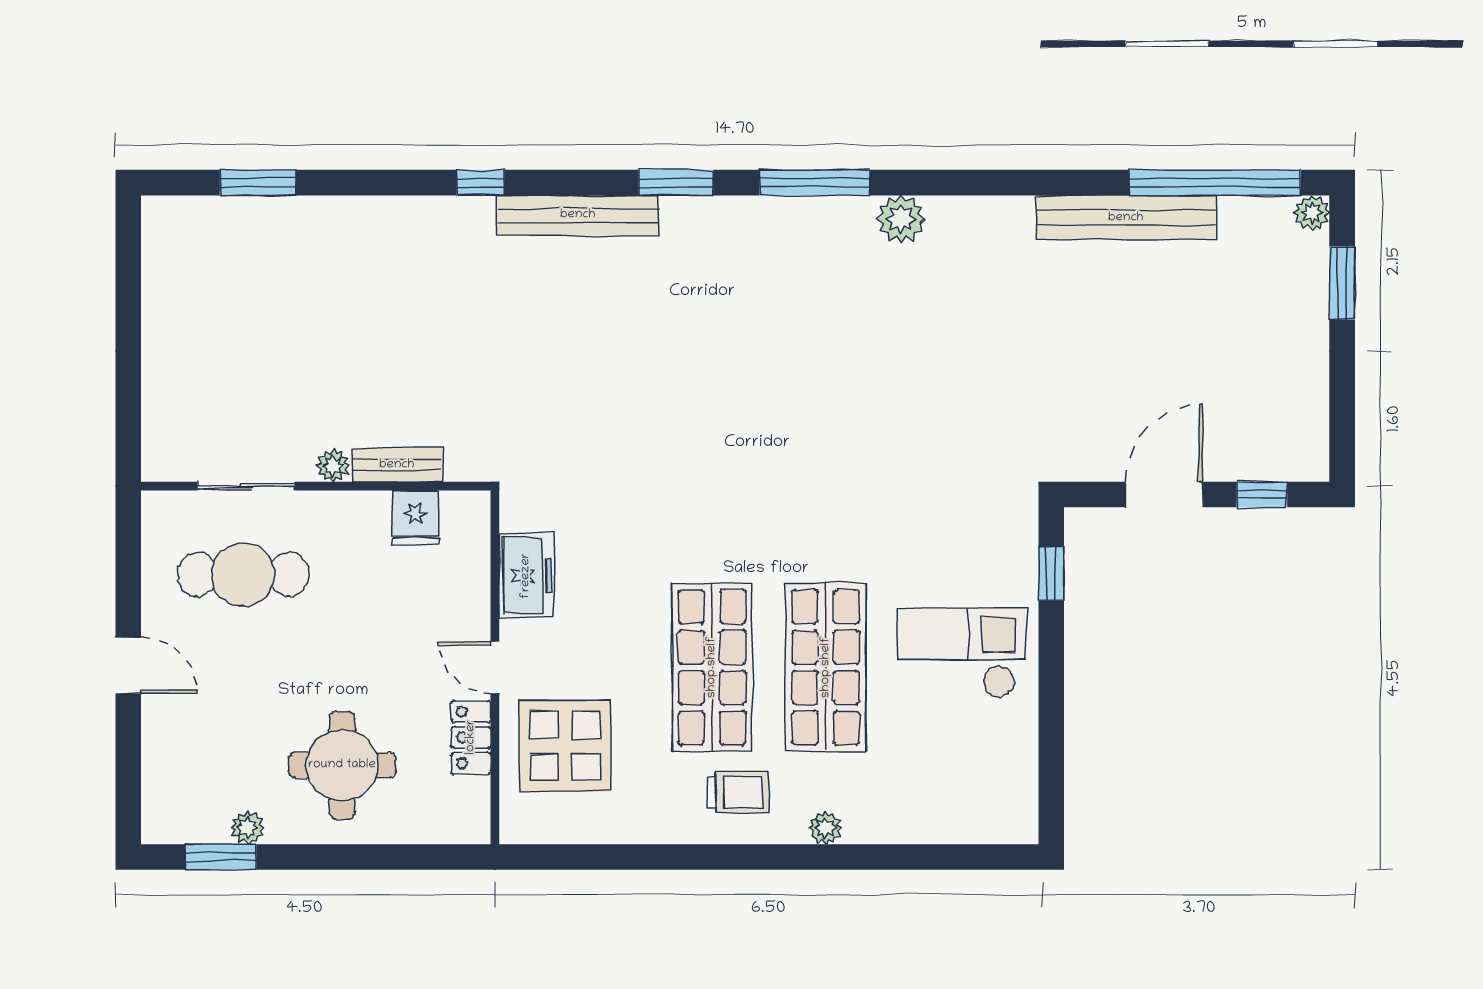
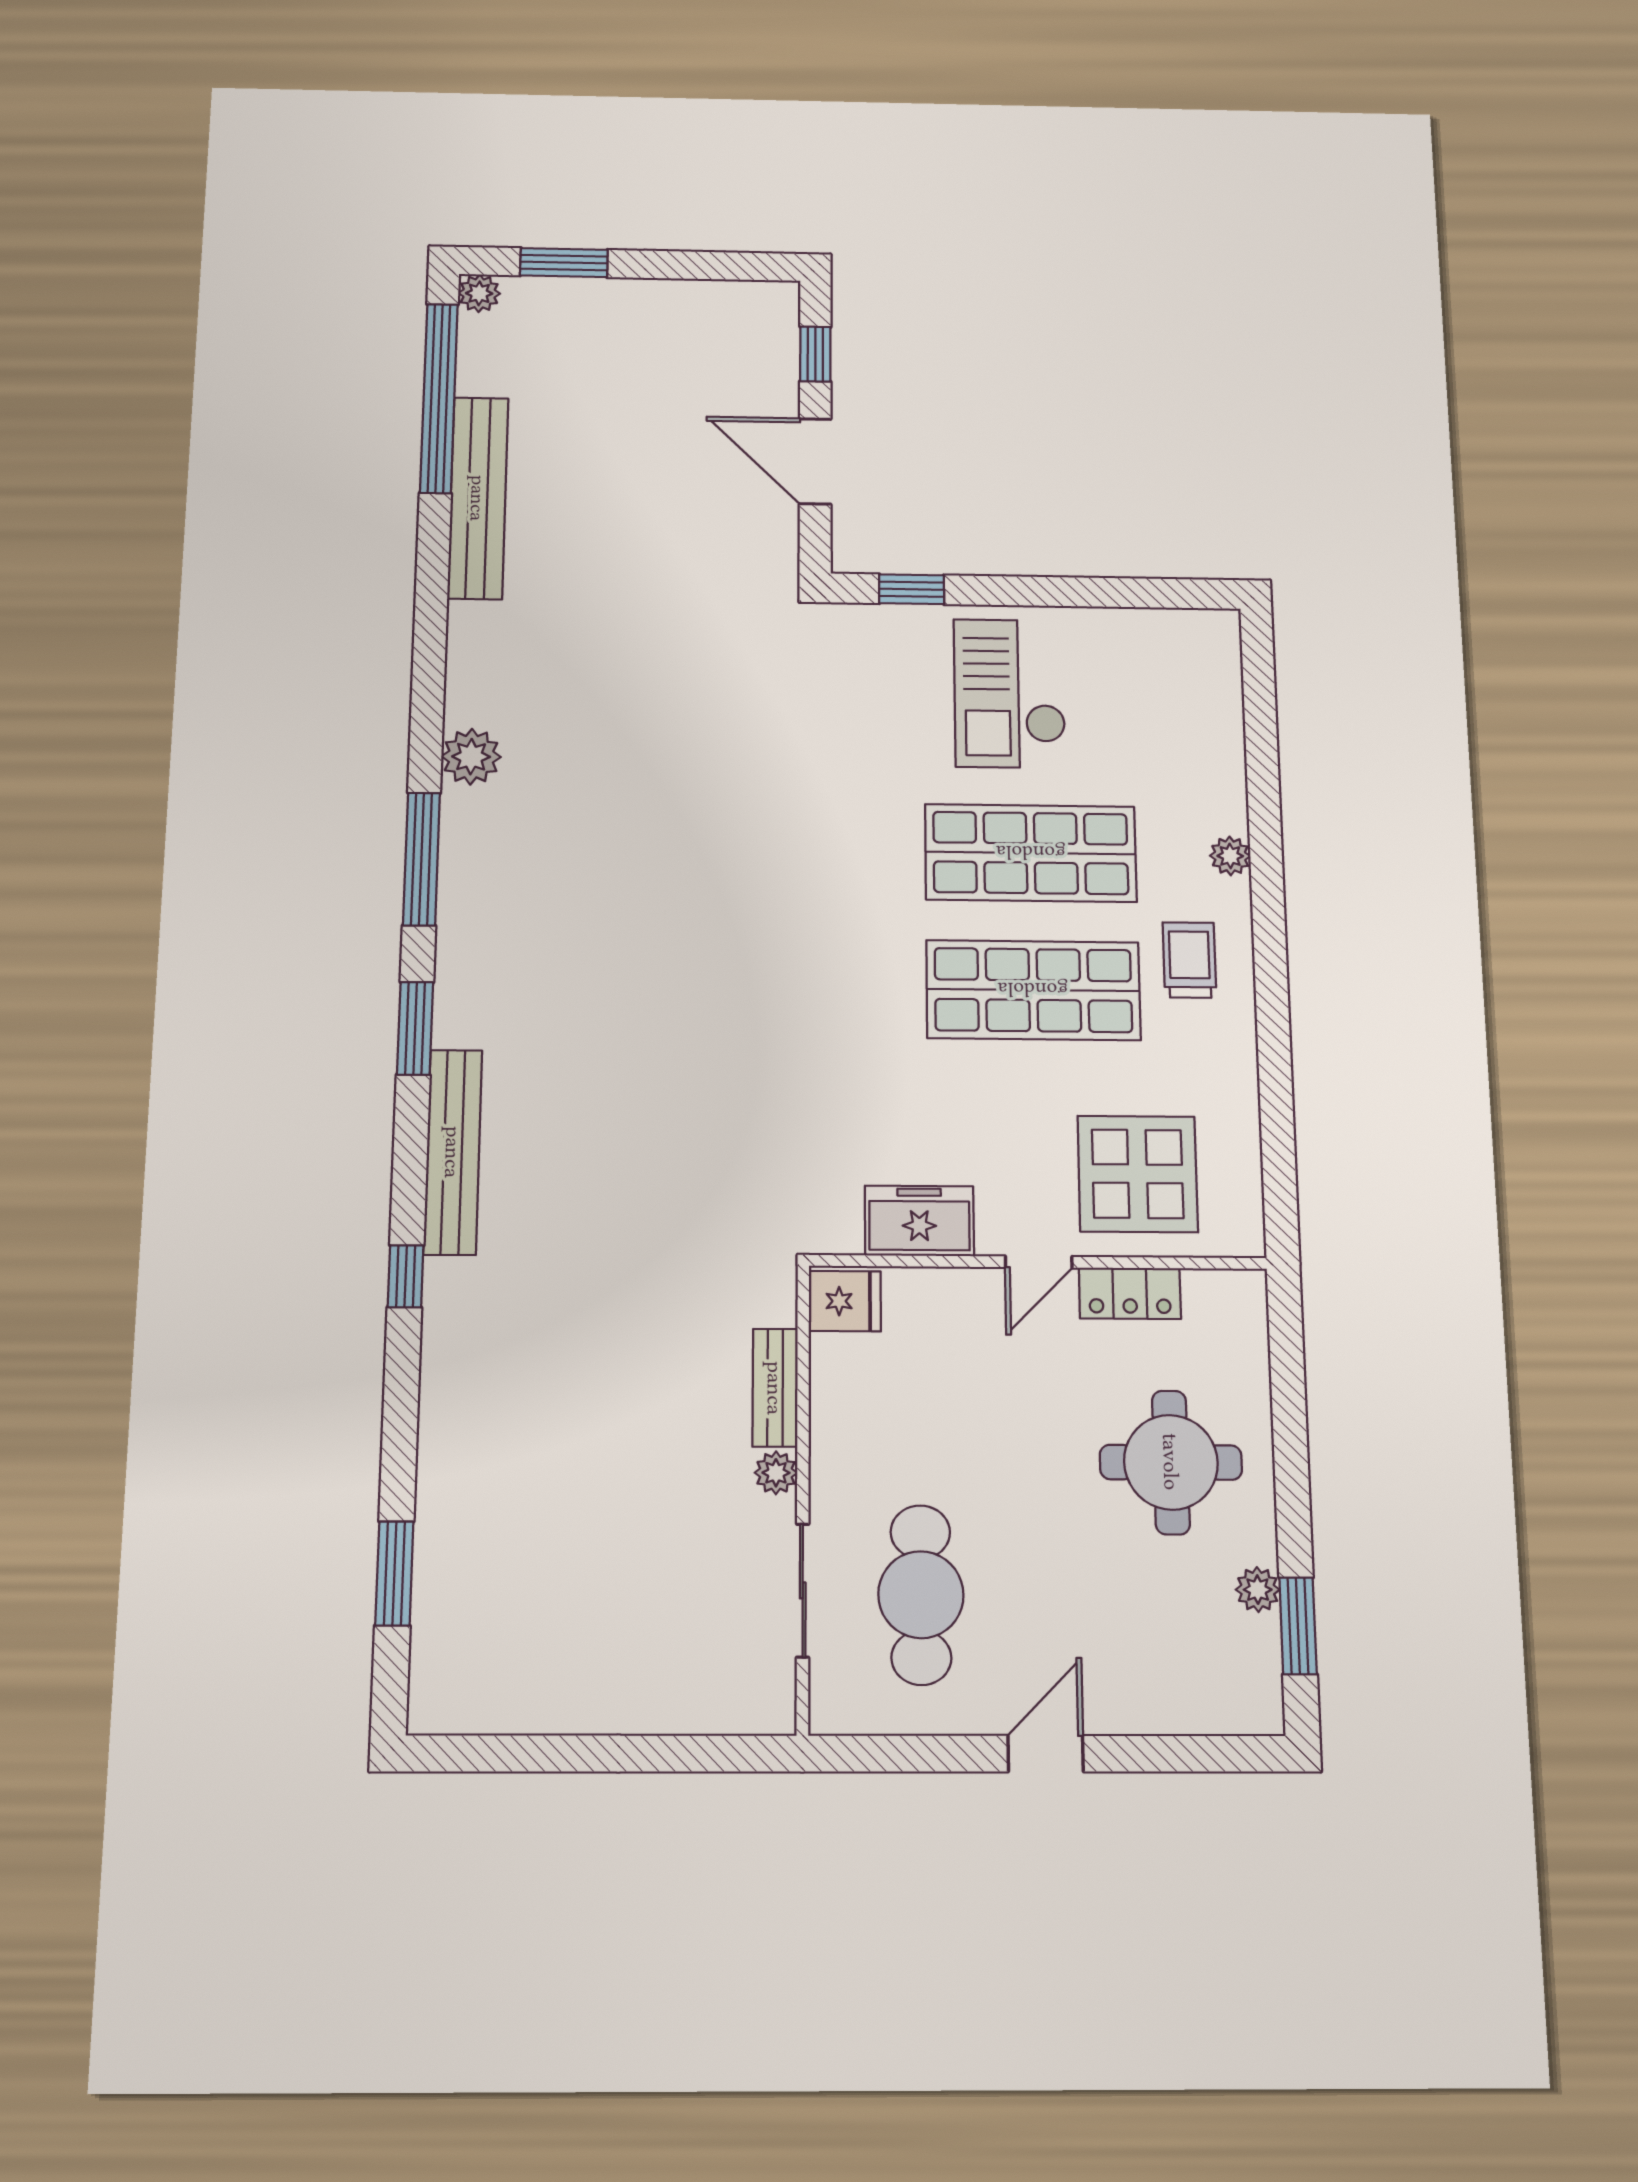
fridge: (415, 518) -> (845, 1301), moved

